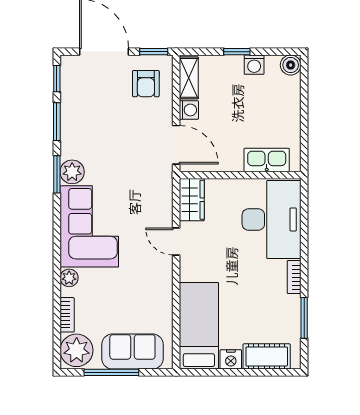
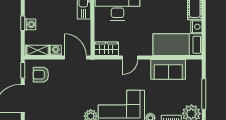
washing machine: (254, 65) -> (30, 24), moved
armchair: (146, 84) -> (41, 75), turned 180
door: (176, 145) -> (75, 58), hinge flipped
sofa: (132, 352) -> (168, 69), moved, turned -90

